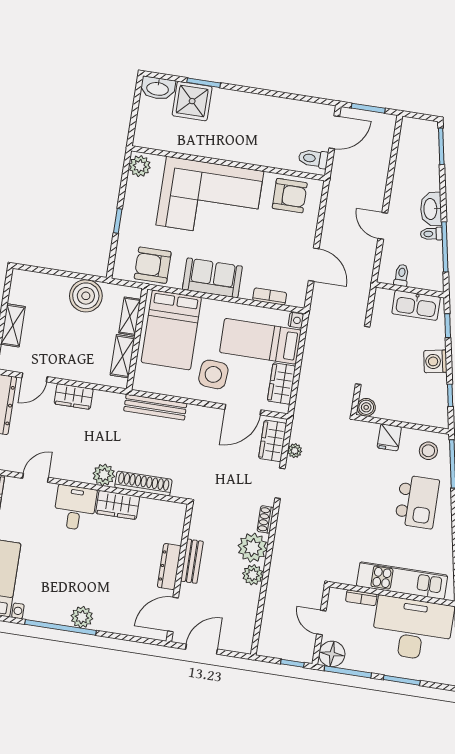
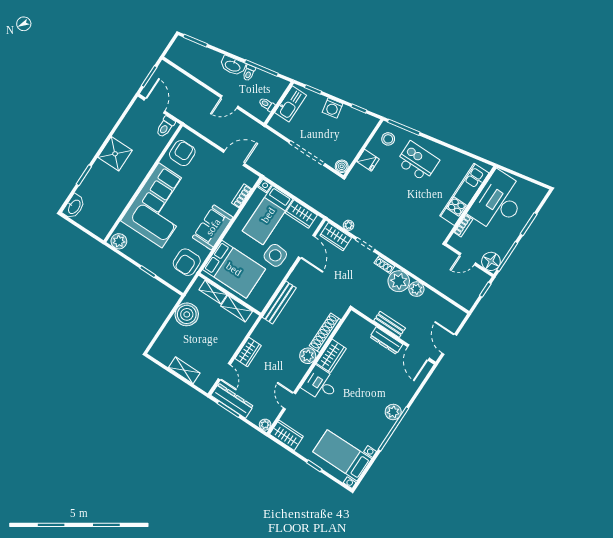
shower: (192, 101) -> (115, 154), moved

